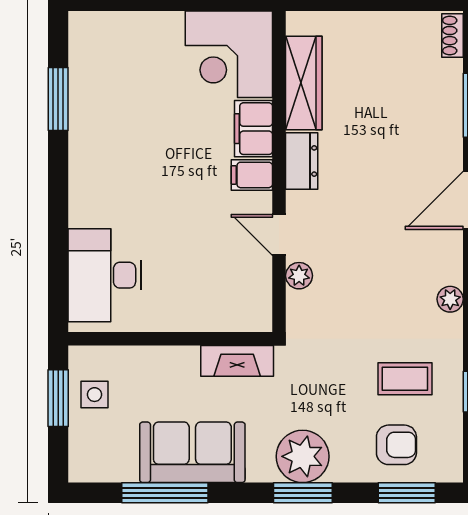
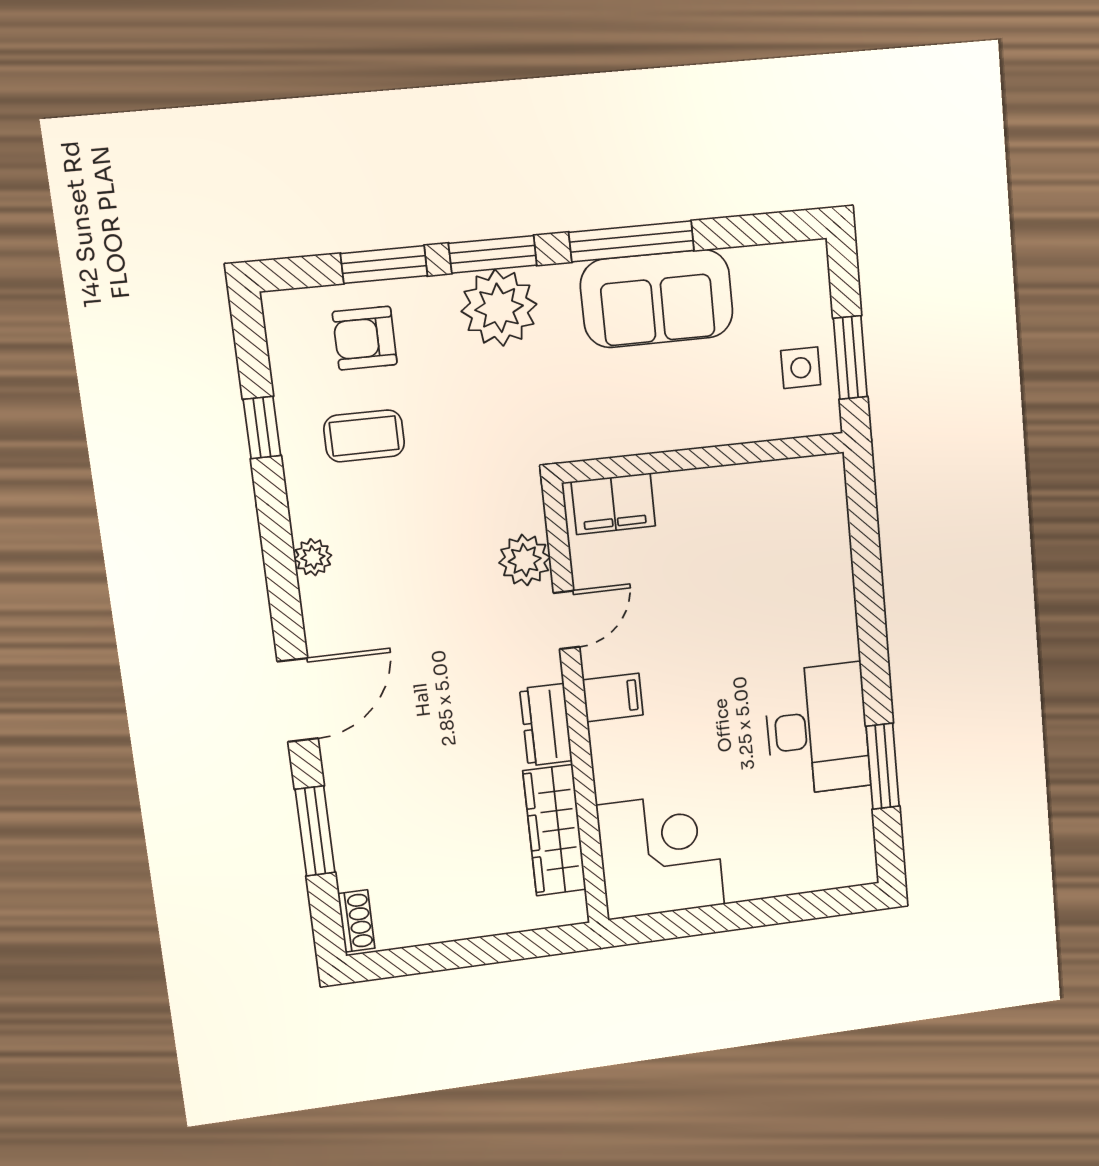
filing cabinet: (253, 129) -> (613, 504), moved, turned 90
door: (279, 235) -> (567, 620), hinge flipped
desk: (105, 275) -> (817, 729), moved
plant: (299, 276) -> (525, 560), width x1.38, depth x1.38
fireplace: (237, 361) -> (607, 436), removed
window: (165, 493) -> (632, 241), moved
window: (407, 493) -> (384, 265), moved

